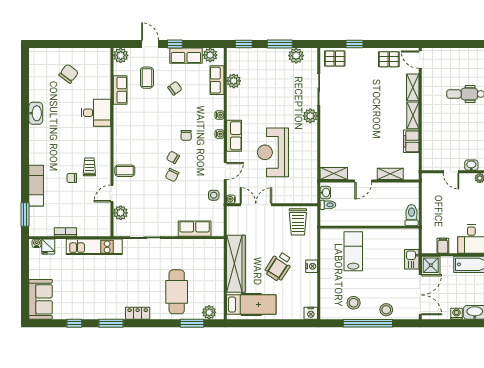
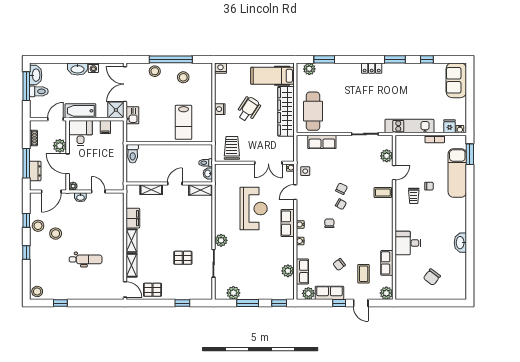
pallet: (335, 59) -> (183, 258), moved
exam couch: (36, 186) -> (457, 173), width x1.36, depth x1.45
cafe table: (177, 292) -> (313, 111), moved

